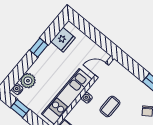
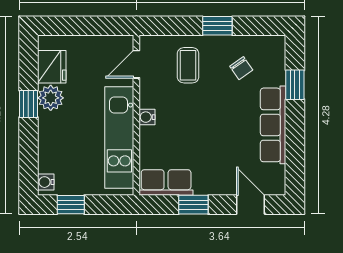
plant: (28, 81) -> (51, 98), moved
coffee table: (110, 106) -> (188, 65), moved

